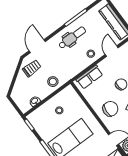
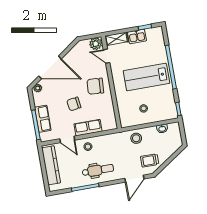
dental chair: (72, 38) -> (98, 170), turned 180
door: (112, 51) -> (67, 139), hinge flipped
row of seats: (89, 77) -> (88, 128), moved

